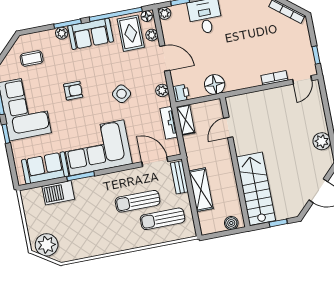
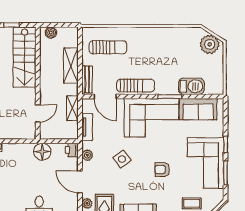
shelving: (186, 120) -> (72, 108), moved
sun lounger: (138, 201) -> (136, 86), moved

